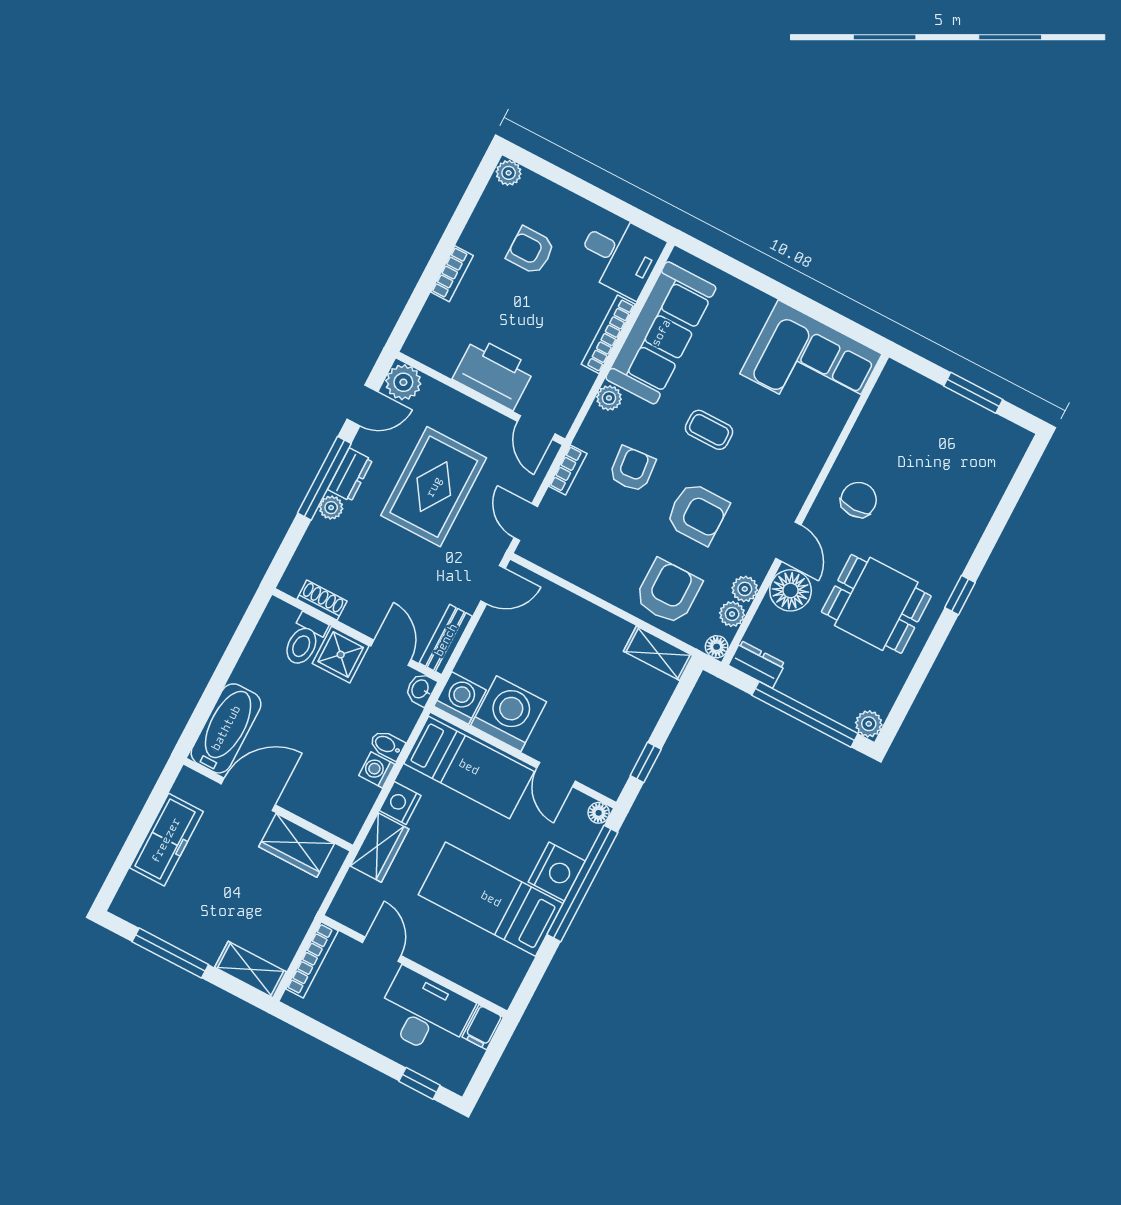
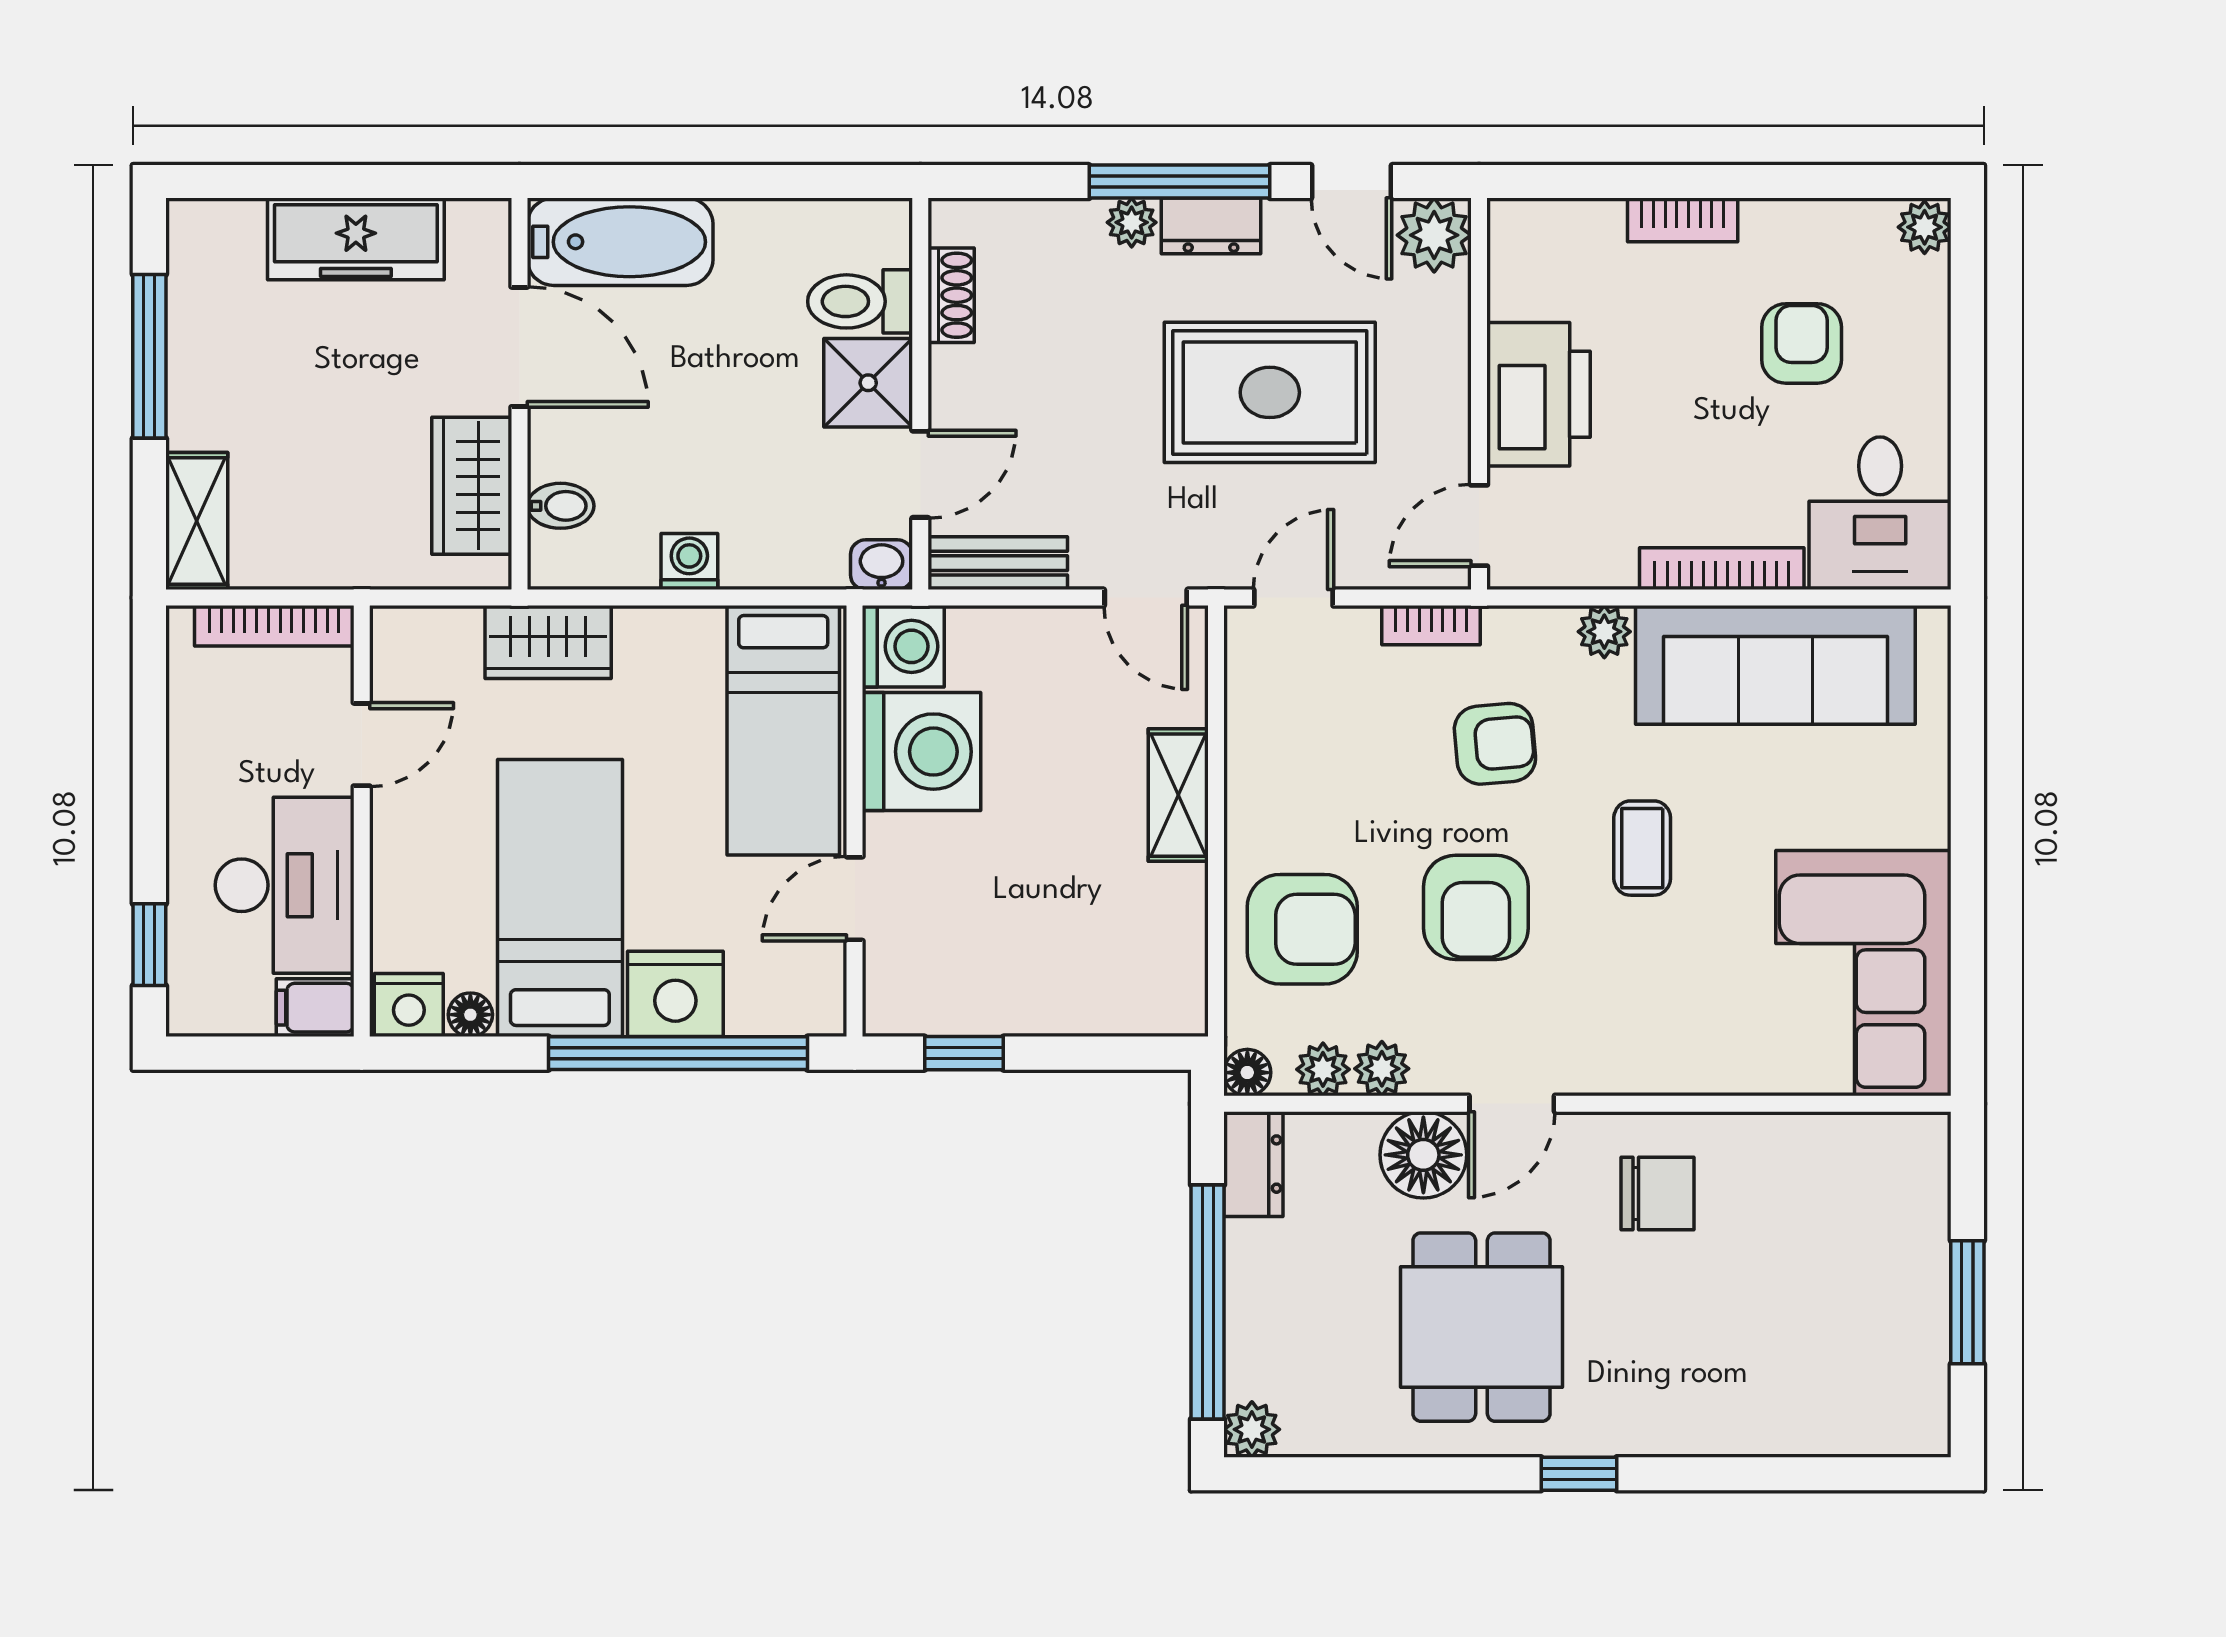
shelving: (658, 653) -> (1178, 795), moved
bidet: (387, 745) -> (561, 506), moved, turned 90
nightstand: (400, 803) -> (409, 1005), moved, turned 180
floor lamp: (599, 813) -> (470, 1015), moved

